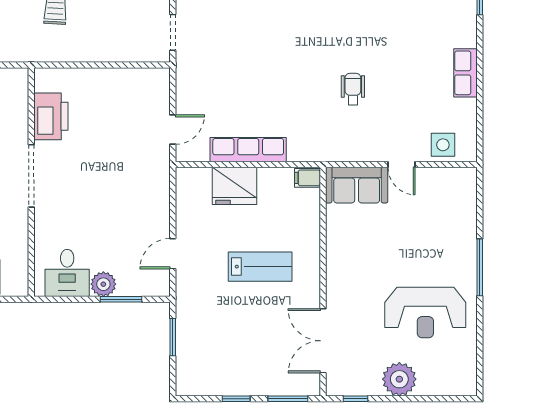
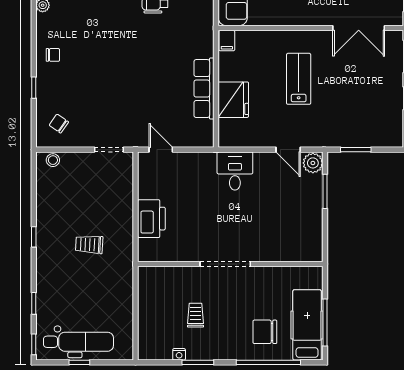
printer: (51, 116) -> (151, 219), moved, turned 90
door: (173, 130) -> (161, 150), moved
desk: (67, 273) -> (235, 171), moved, turned -90
plant: (103, 284) -> (313, 163), moved

